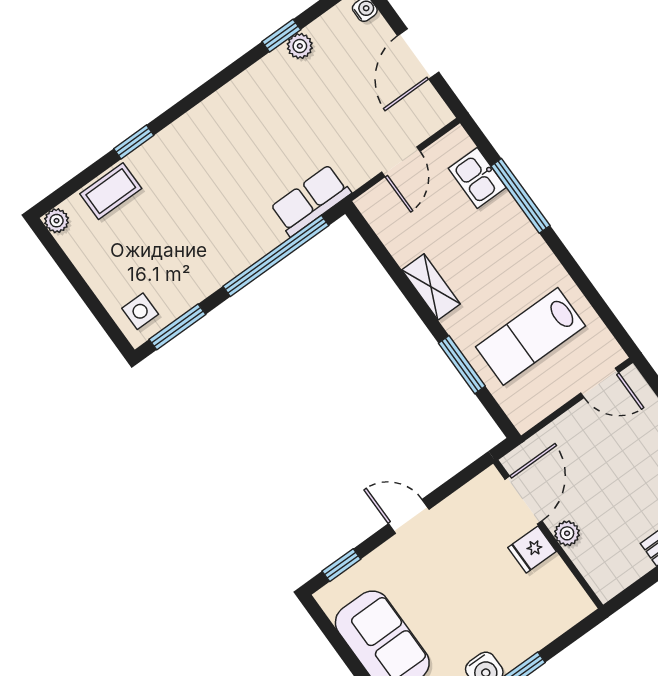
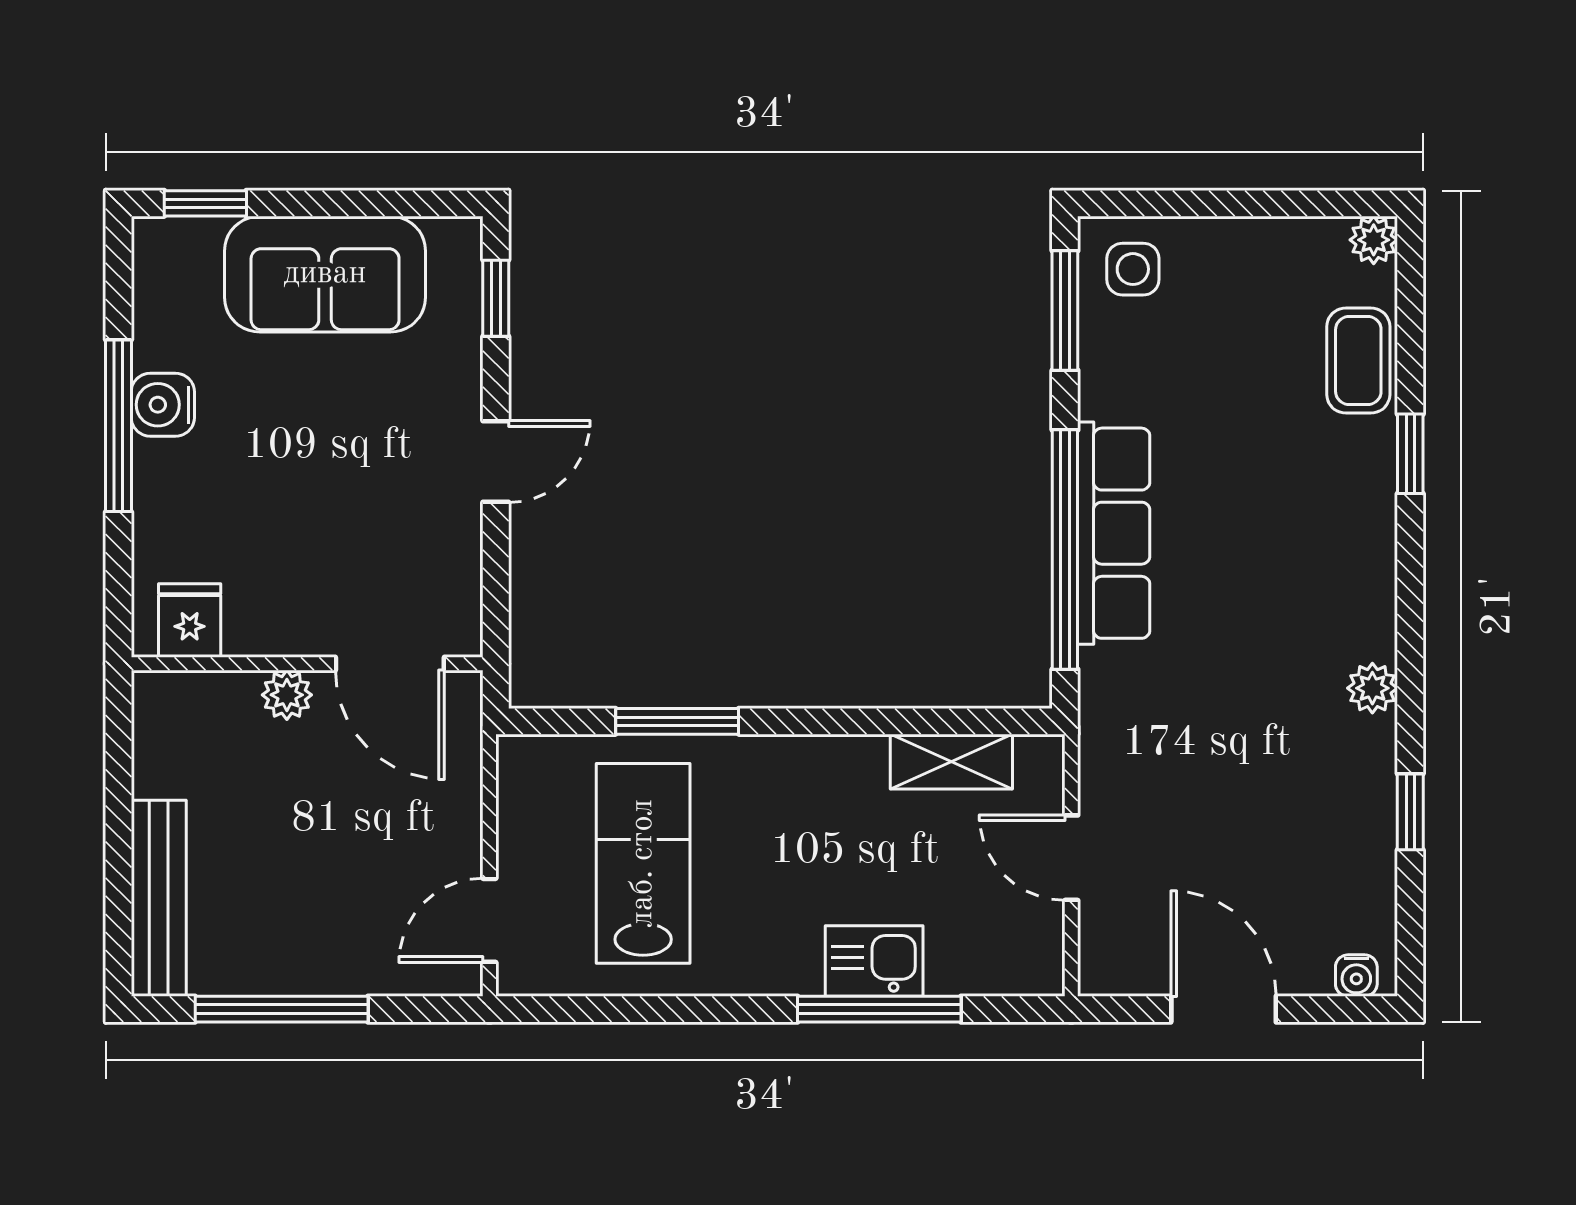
plant: (300, 46) -> (1372, 688), moved
kitchen sink: (477, 178) -> (874, 961), moved
row of seats: (311, 200) -> (1114, 533), moved, width x1.48
shelving: (431, 287) -> (951, 762), moved
fridge: (532, 549) -> (190, 620), moved

